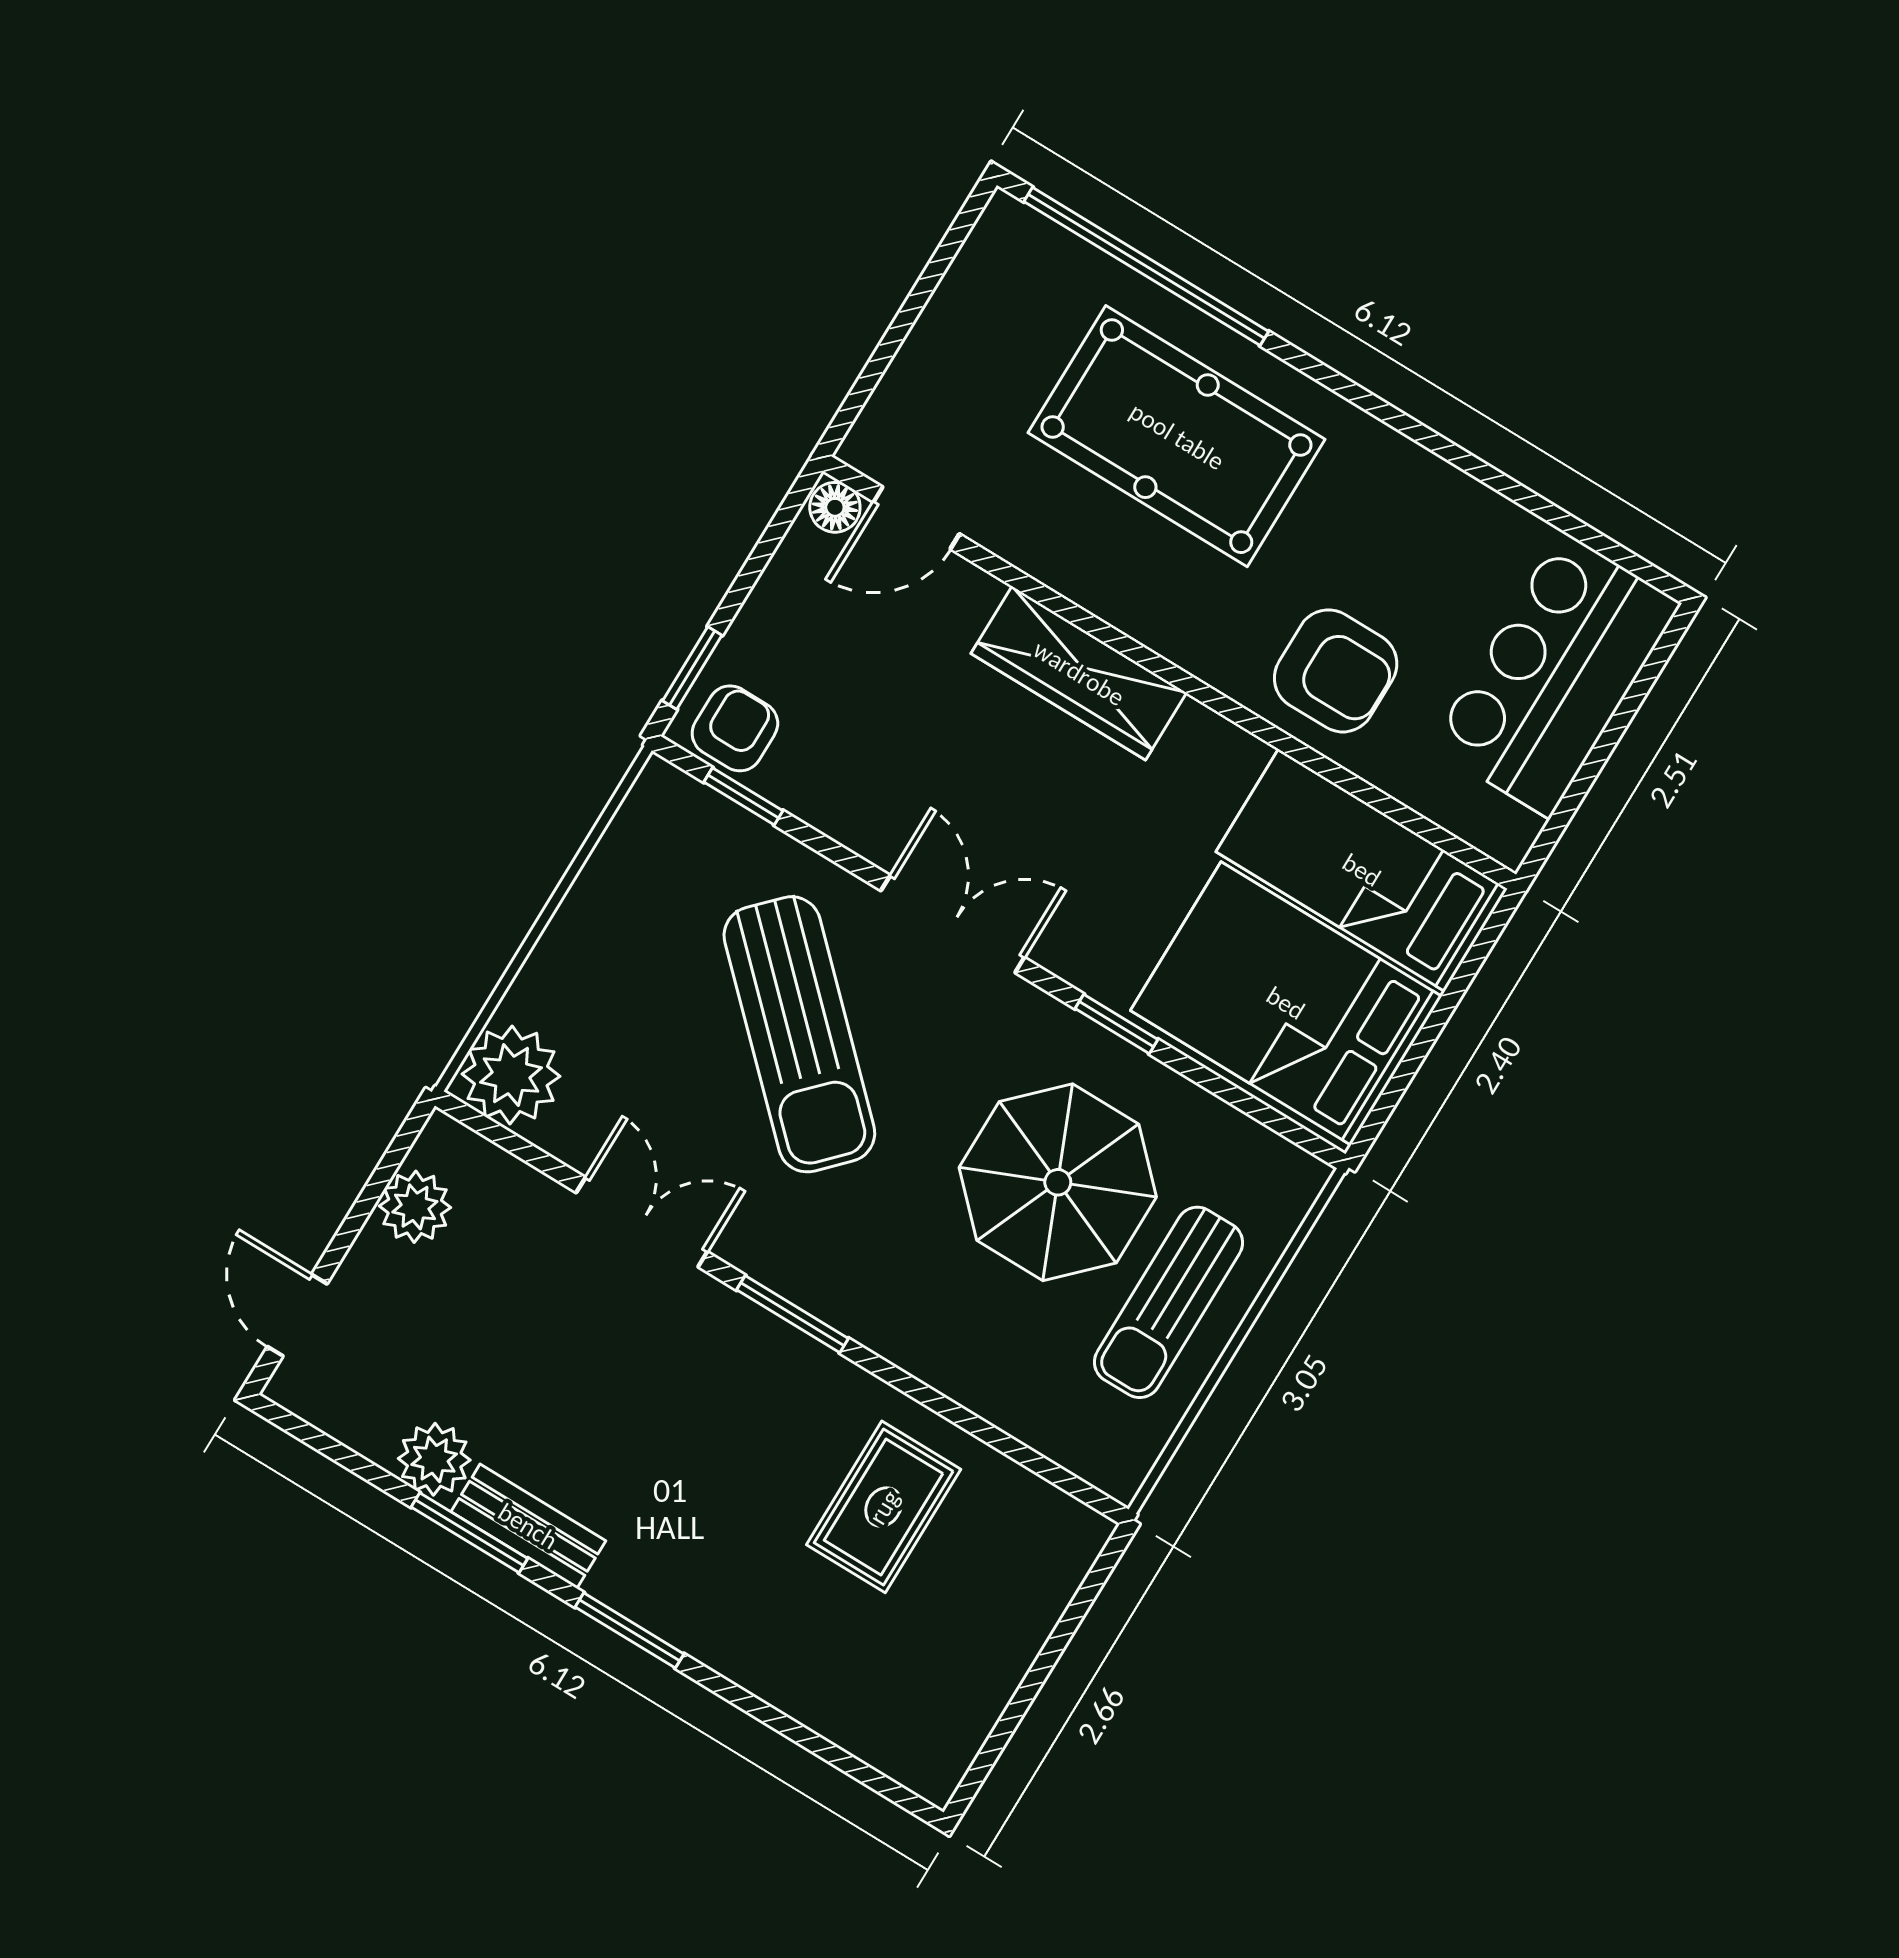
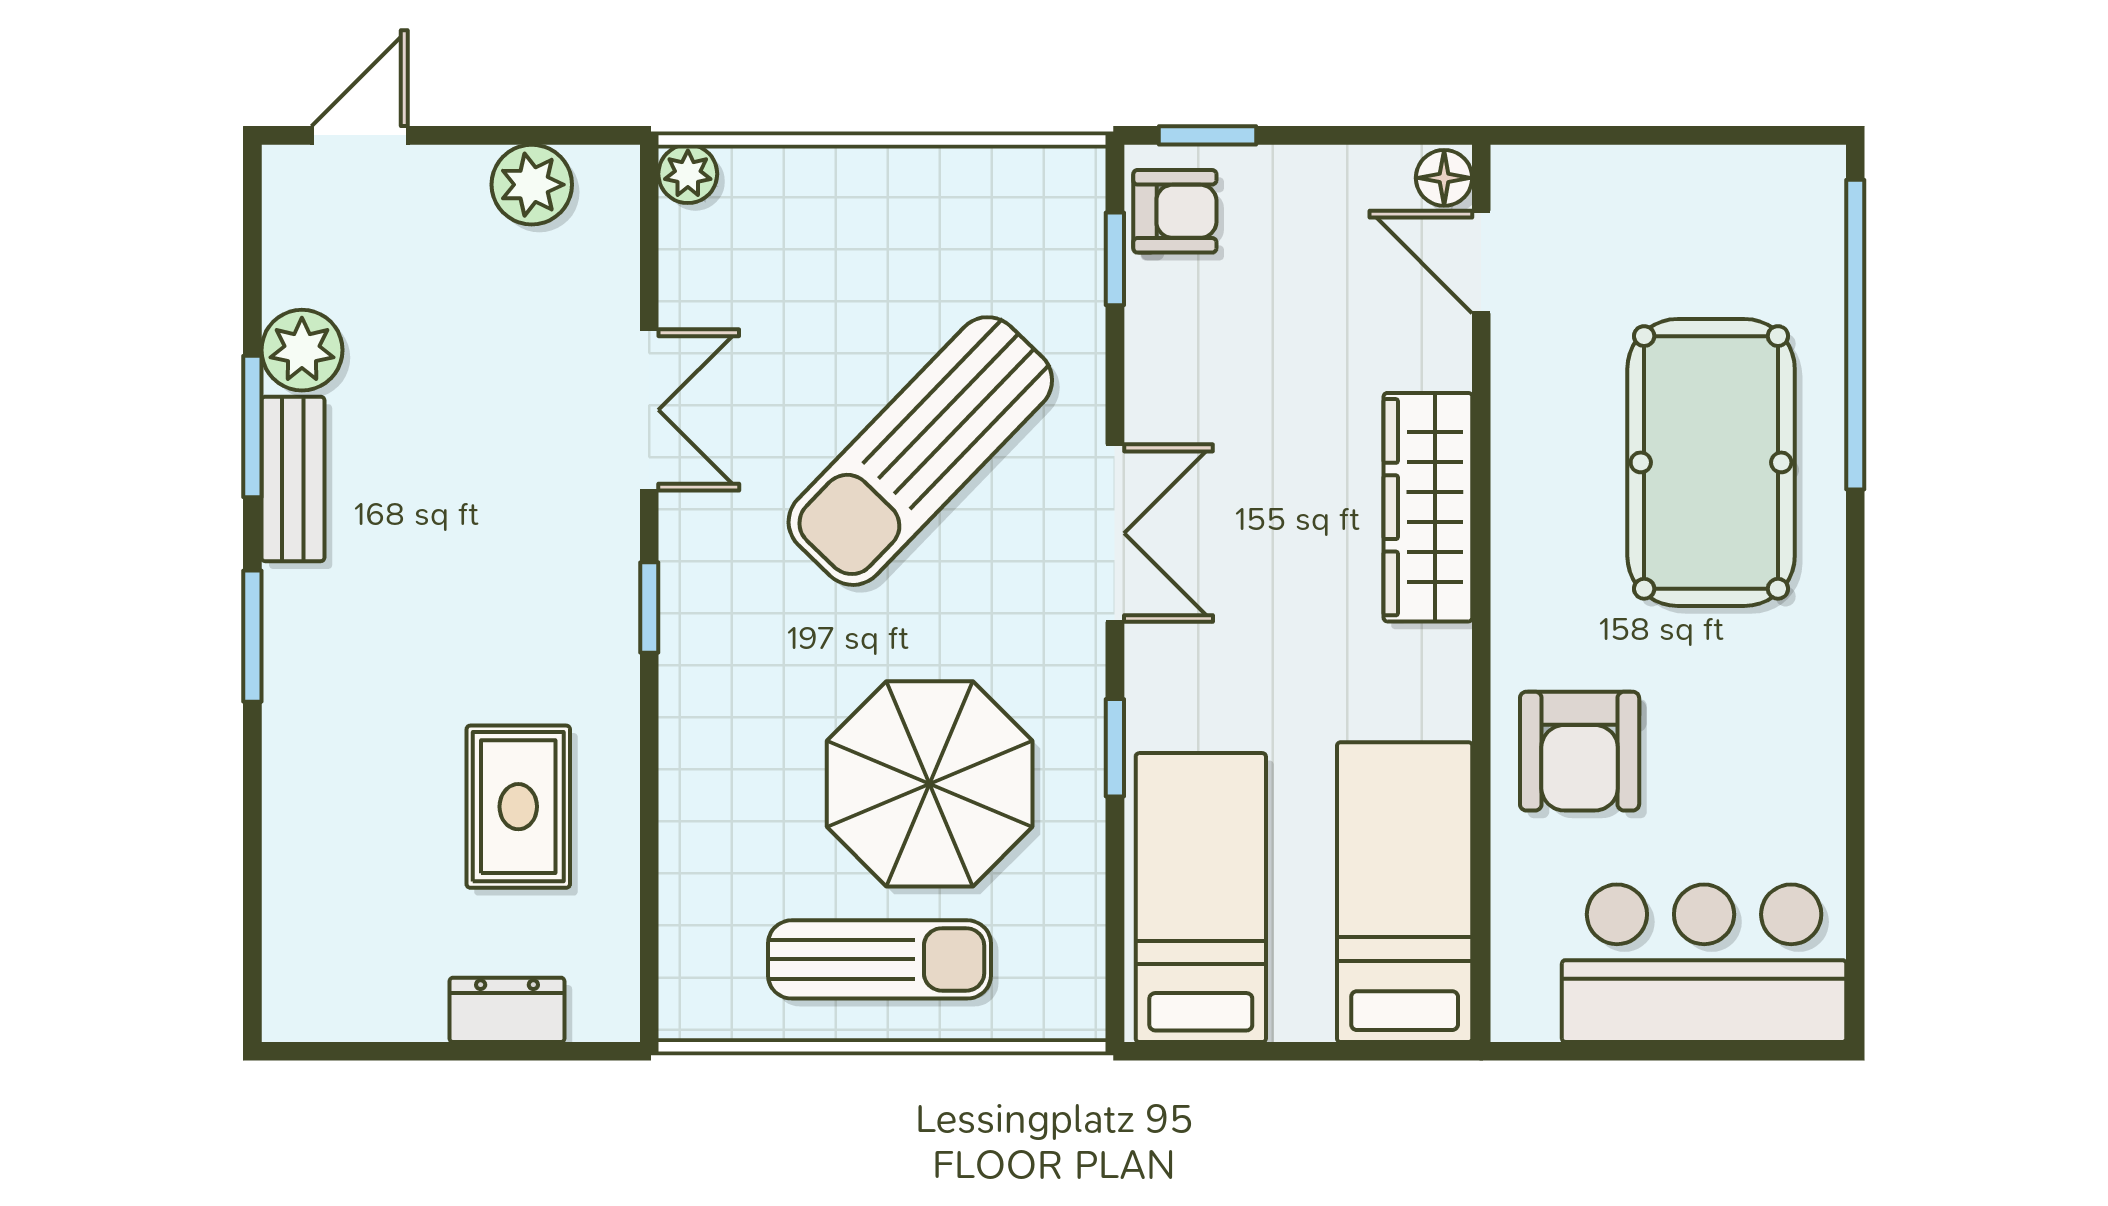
bed: (1286, 1003) -> (1201, 898), width x0.67
plant: (511, 1075) -> (688, 174), width x0.53, depth x0.53
sun lounger: (1168, 1302) -> (879, 959), turned 180
window: (793, 1314) -> (649, 607), width x0.67
rug: (884, 1507) -> (518, 807), turned 90
dresser: (1033, 1610) -> (507, 1010), added

